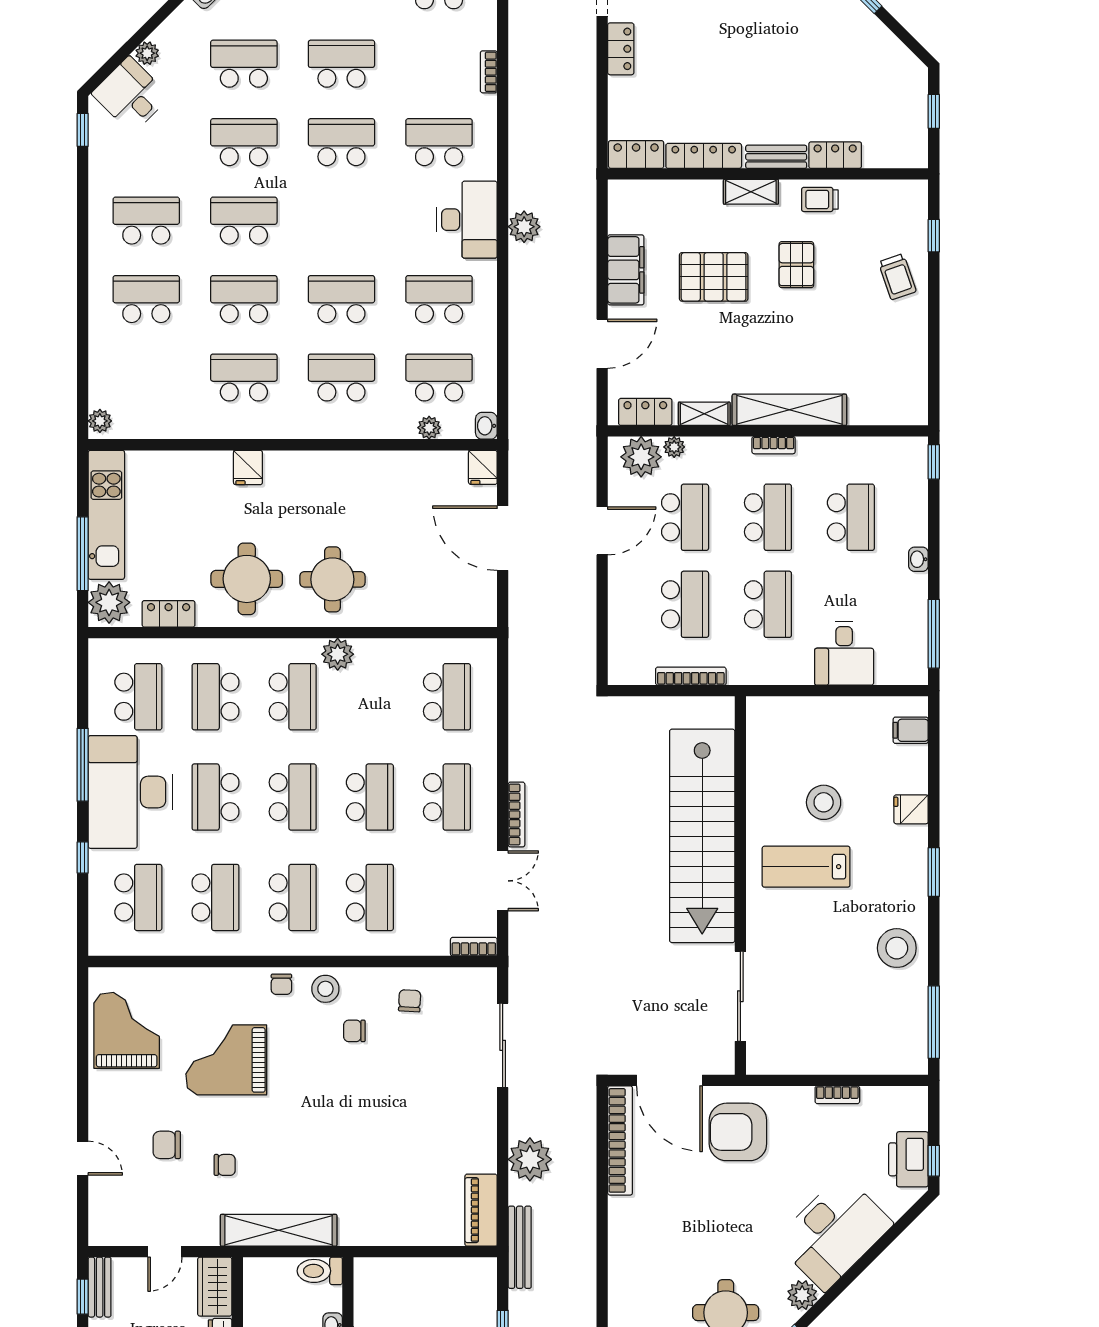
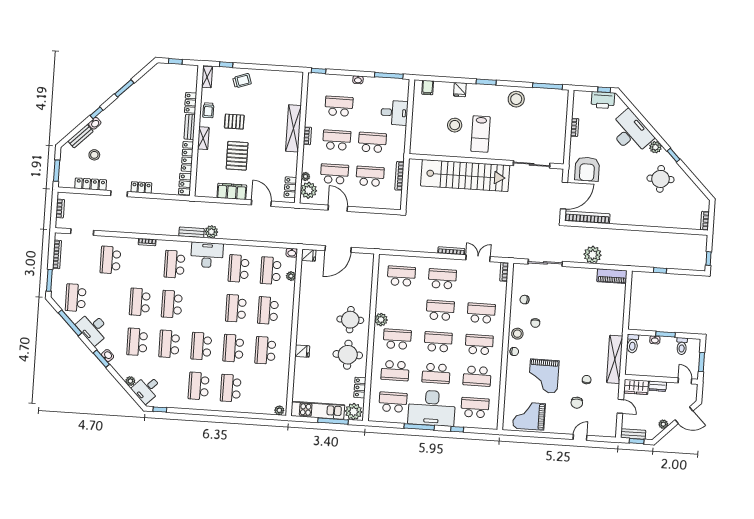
shelving: (704, 414) -> (207, 77), moved
school desk: (215, 897) -> (477, 376), turned 180
bench: (520, 1247) -> (192, 232), moved, width x0.73

